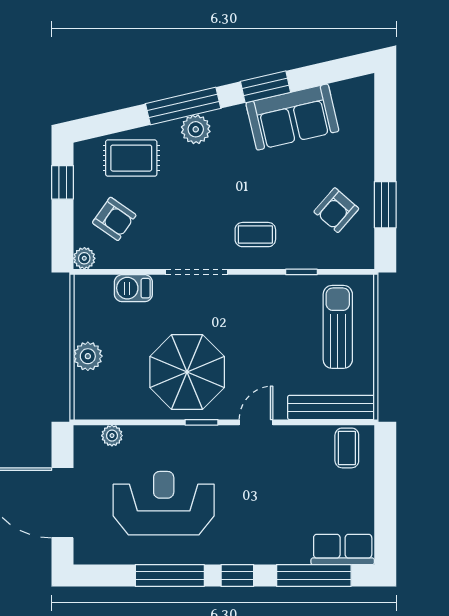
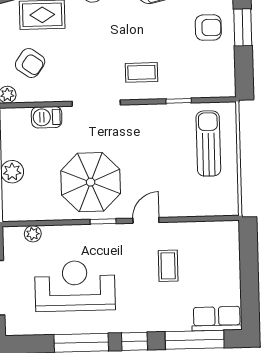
window: (385, 205) -> (243, 27), moved
armchair: (336, 210) -> (208, 28), moved, turned -131
bench: (331, 407) -> (205, 207), removed
coffee table: (347, 448) -> (168, 266), moved

